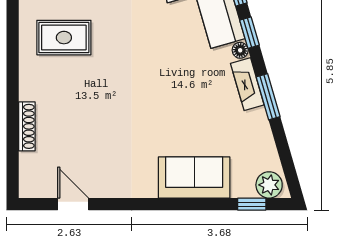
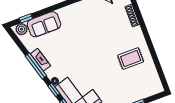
fireplace: (247, 84) -> (40, 60), moved
window: (268, 97) -> (36, 66), width x1.44
sofa: (194, 177) -> (44, 24), moved

